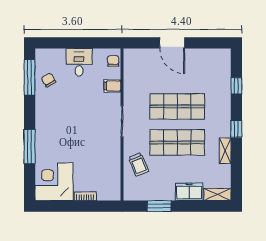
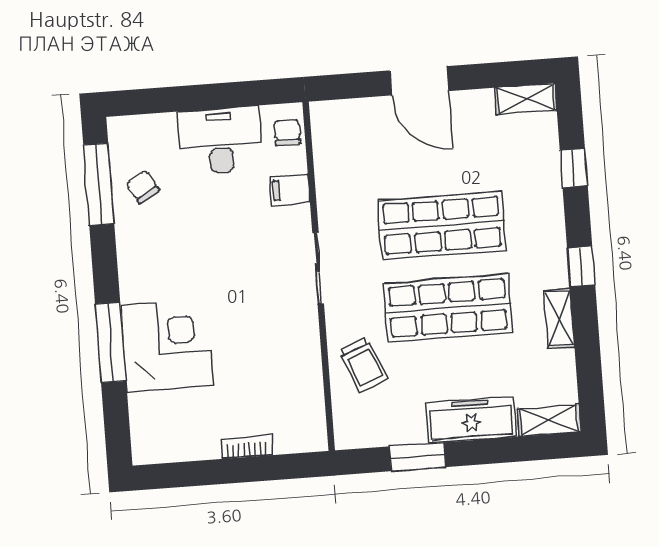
shelving: (218, 54) -> (526, 99), added
desk: (79, 62) -> (220, 140), width x1.37
corner desk: (54, 182) -> (167, 345), moved, turned 90
freezer: (189, 192) -> (471, 420), width x1.40

